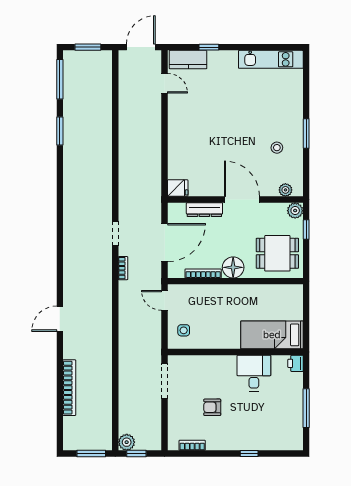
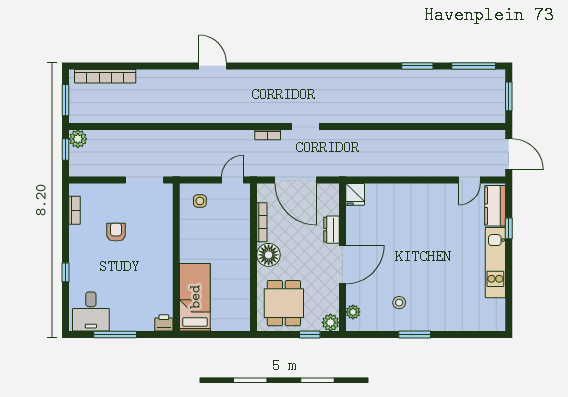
kitchen unit: (271, 59) -> (495, 263), moved
dresser: (204, 210) -> (331, 230), width x0.70
desk: (254, 373) -> (91, 312), moved, turned 90
bookcase: (69, 388) -> (105, 76), moved

